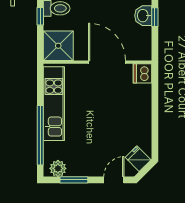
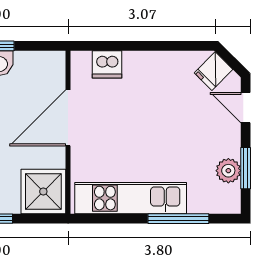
dishwasher: (143, 73) -> (107, 64), moved
window: (40, 135) -> (178, 219), width x0.68
plant: (58, 168) -> (228, 171), moved

